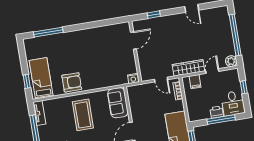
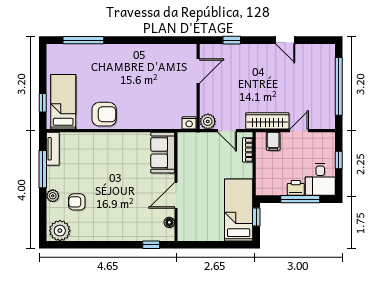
plant: (231, 61) -> (208, 121), moved
coffee table: (83, 115) -> (112, 161), removed

